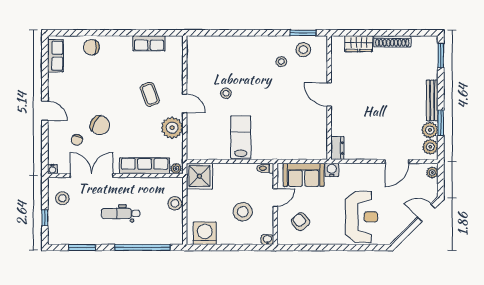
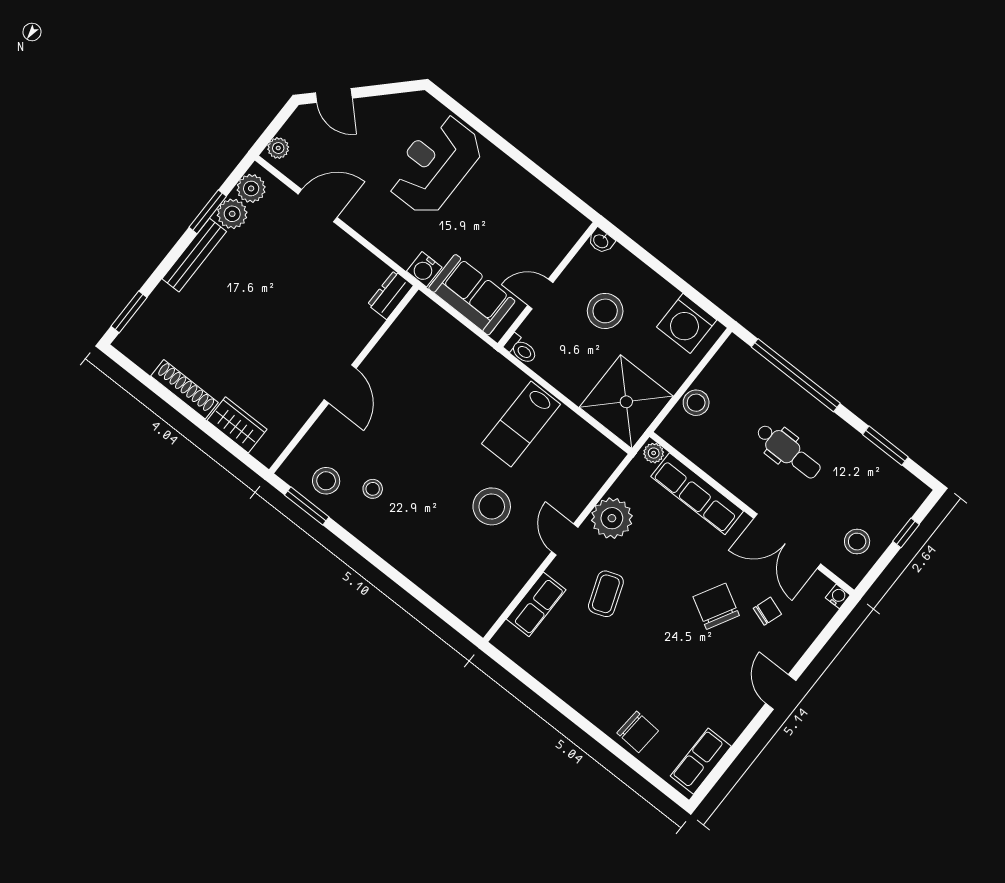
row of seats: (149, 43) -> (536, 604), moved, turned 90
stool: (226, 93) -> (492, 506), width x1.89, depth x1.89
shower: (199, 176) -> (626, 402), width x1.37, depth x1.37
armchair: (301, 222) -> (531, 229), removed

